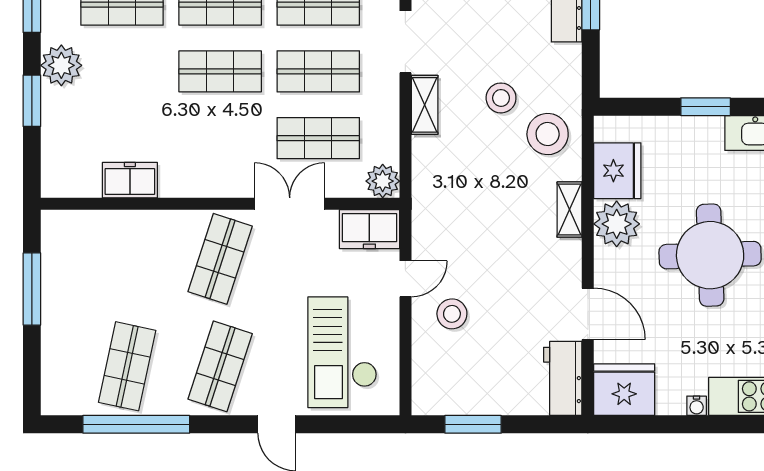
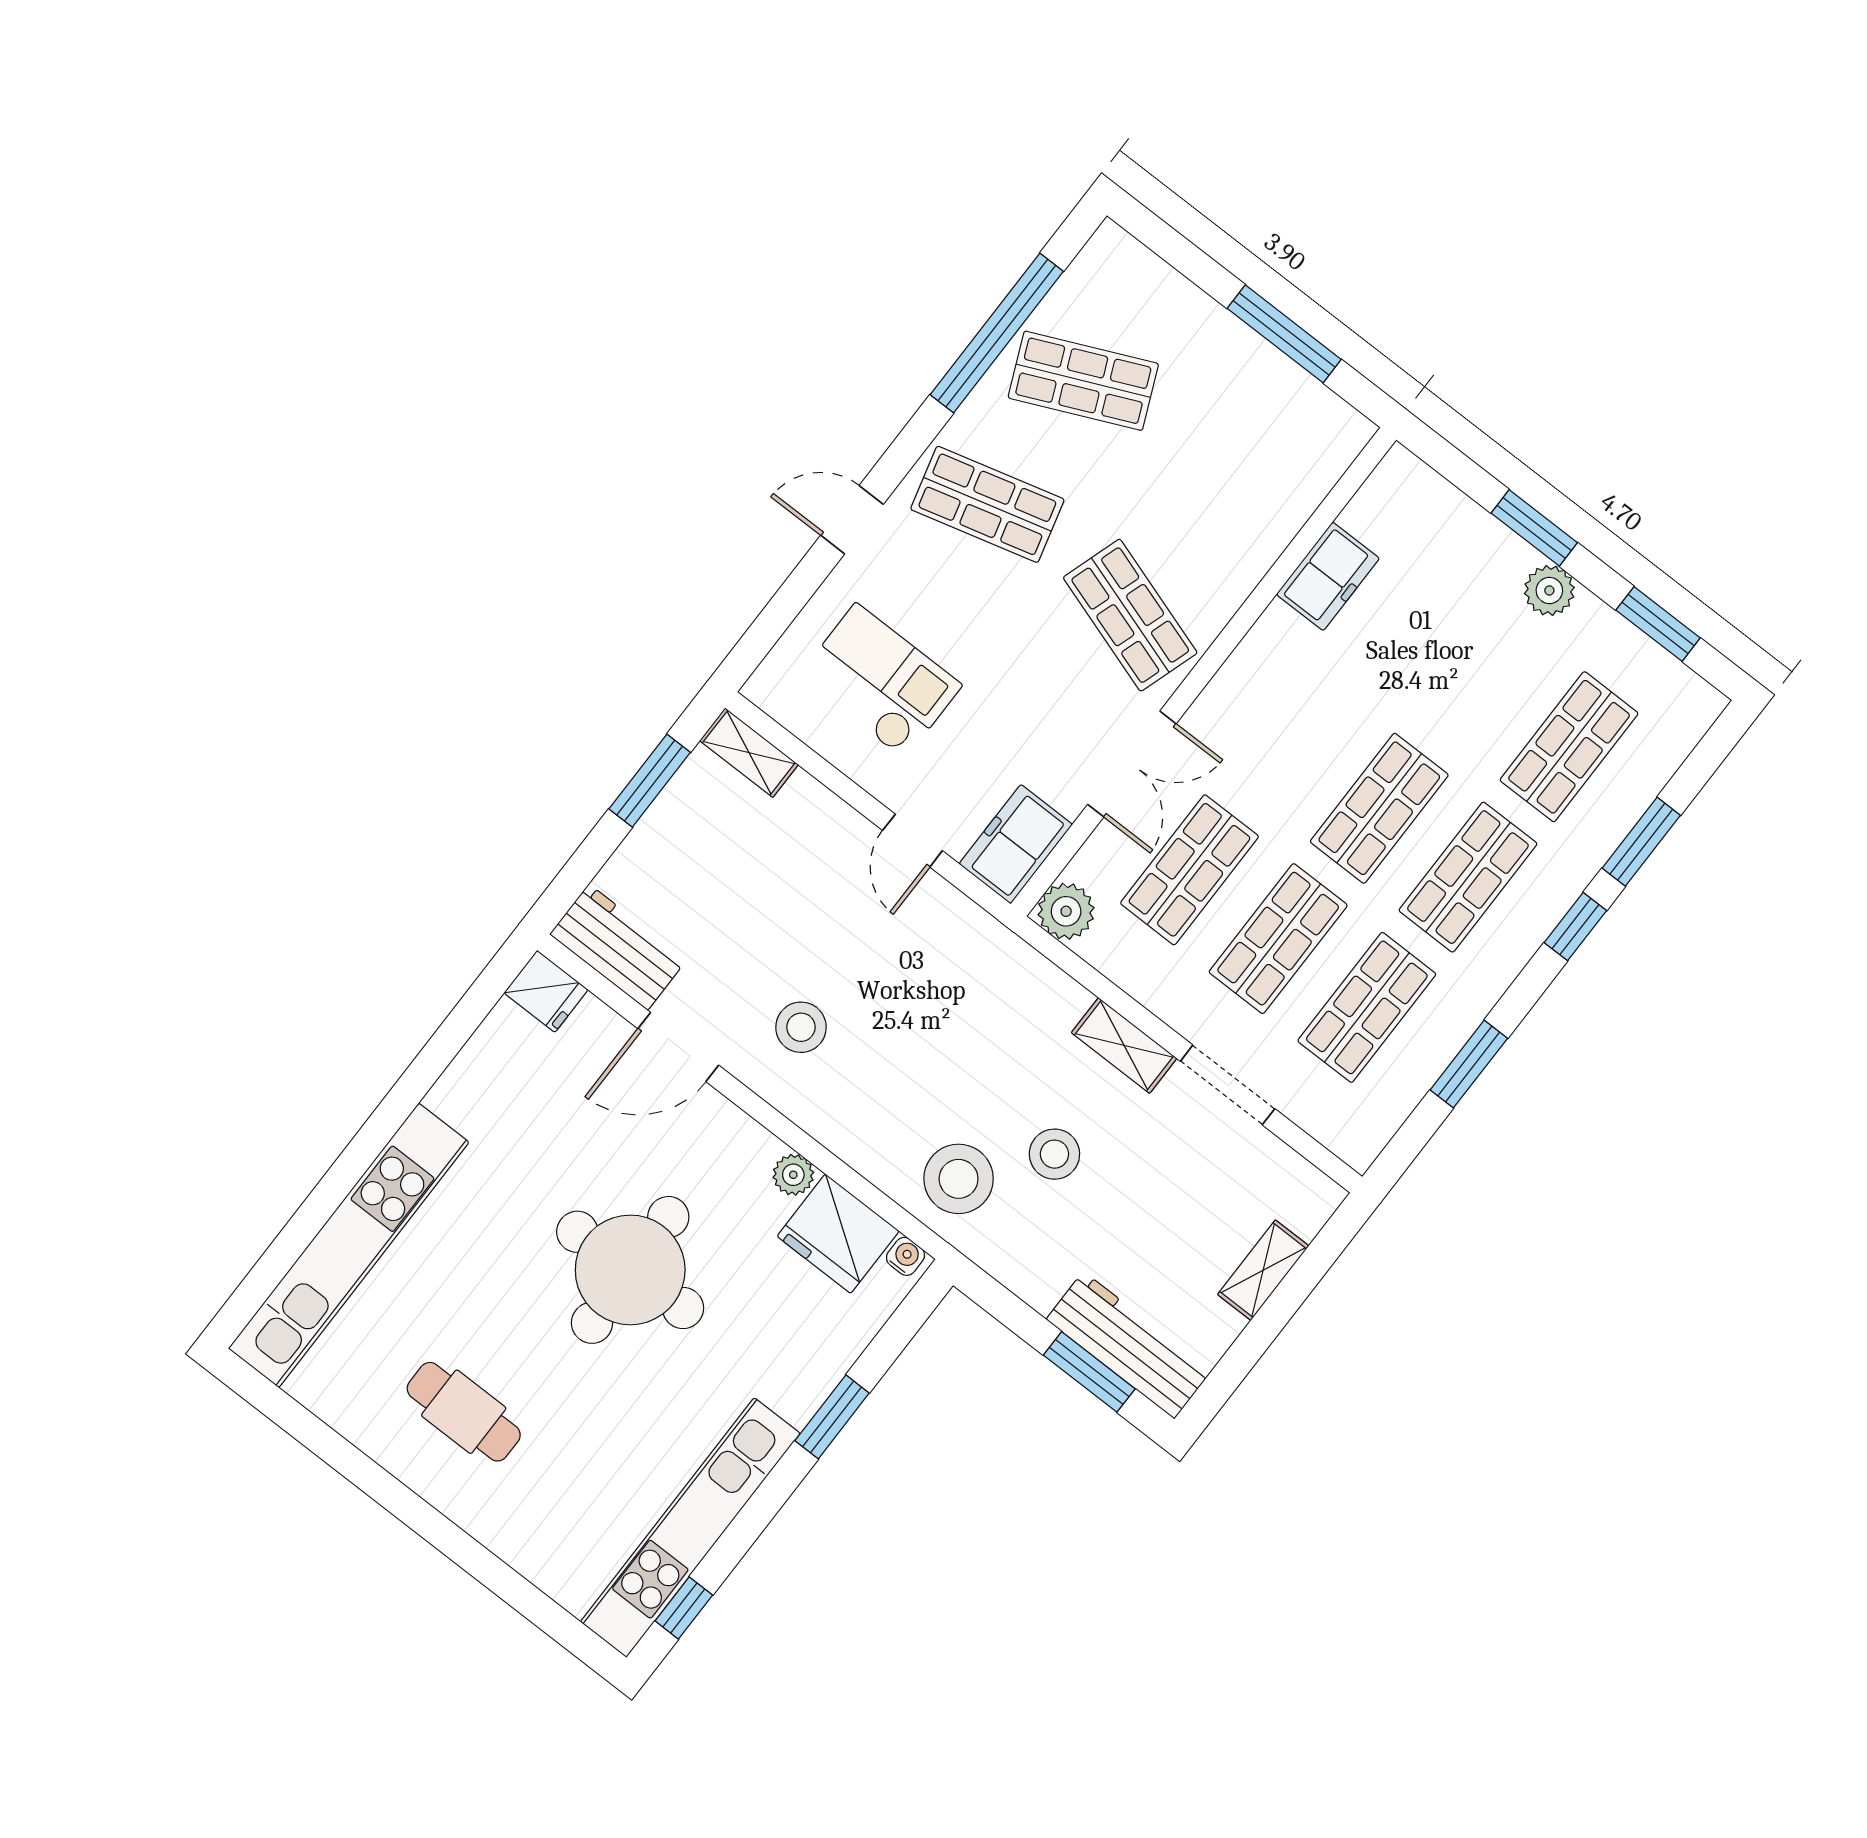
plant: (61, 65) -> (1549, 590), width x0.73, depth x0.73
shelving: (569, 210) -> (749, 753), moved
plant: (617, 224) -> (793, 1175), width x0.53, depth x0.53
stool: (452, 314) -> (801, 1027), moved
checkout: (342, 352) -> (880, 681), width x0.73, depth x0.83
shop shelf: (127, 366) -> (1083, 381), turned -36
shop shelf: (220, 366) -> (987, 504), turned -33
fridge: (624, 390) -> (546, 991), width x0.53, depth x0.75
water cooler: (697, 406) -> (905, 1256), moved, turned 90

